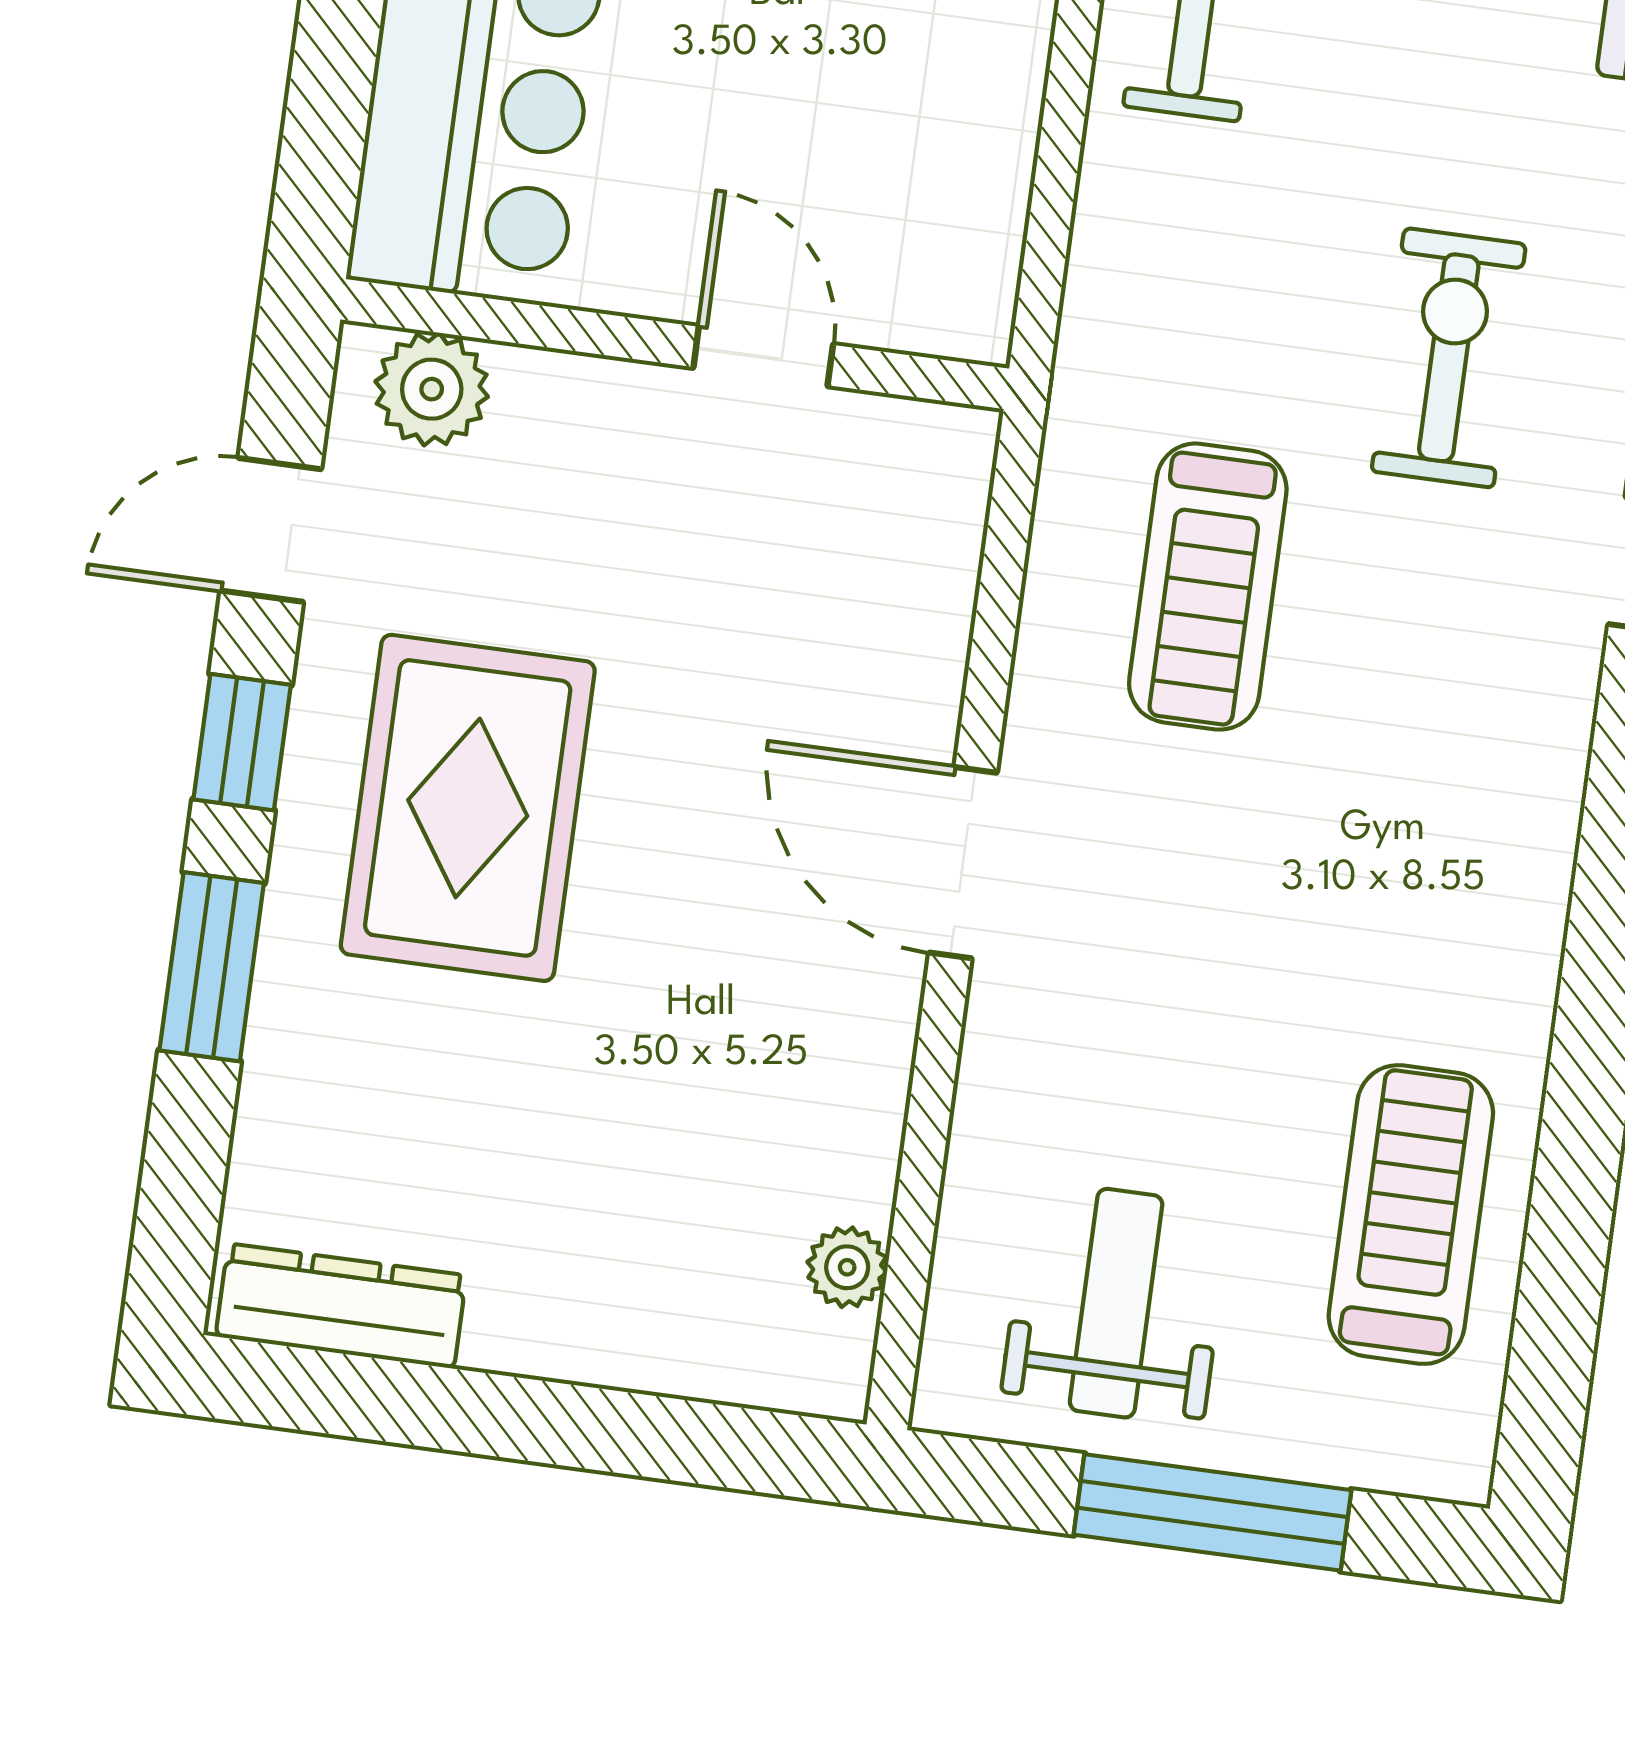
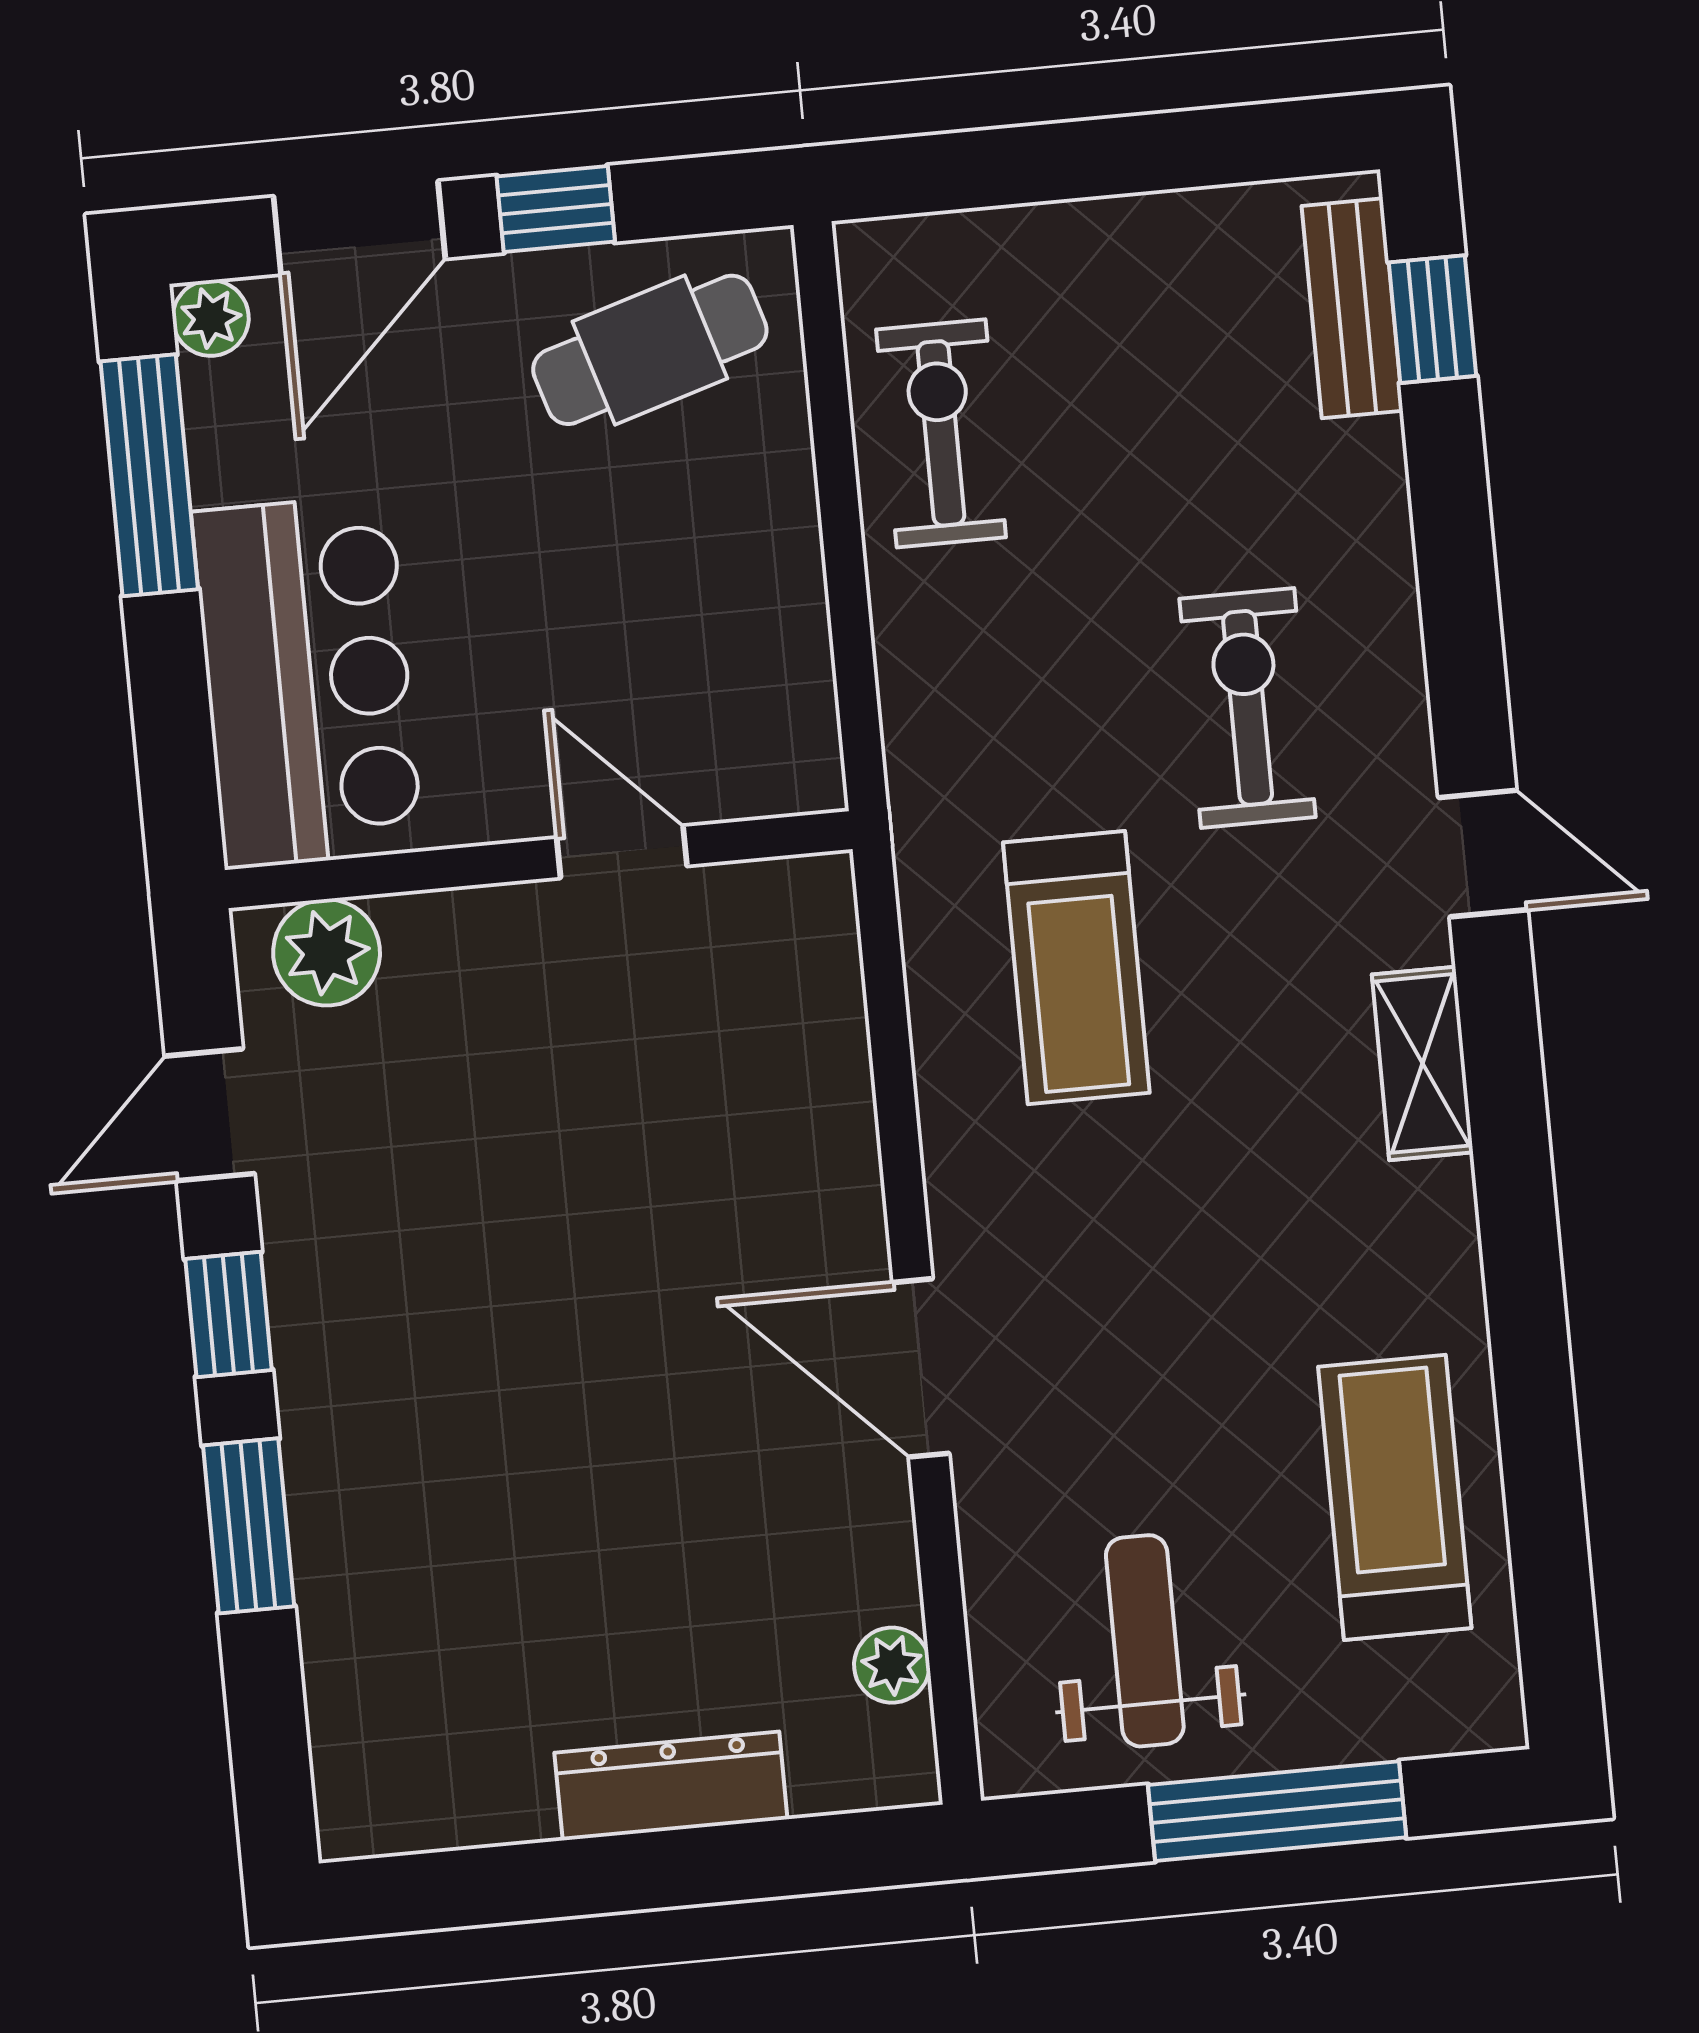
shelving: (1545, 770) -> (1422, 1063), added
rug: (468, 808) -> (448, 1327), removed
door: (963, 863) -> (921, 1368), moved
dresser: (341, 1306) -> (671, 1786), moved

